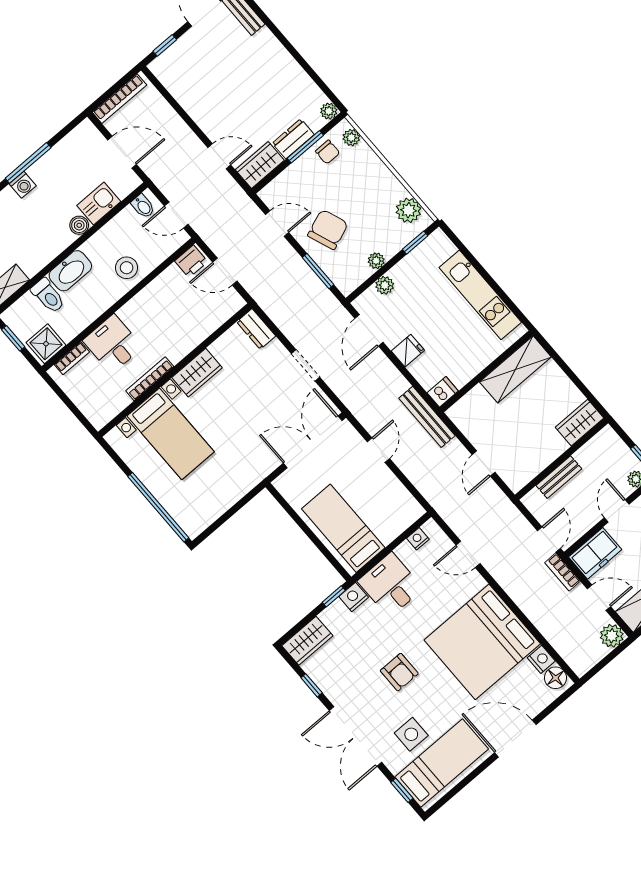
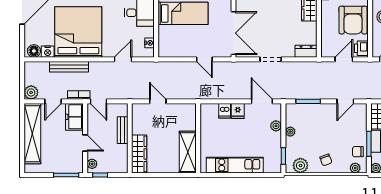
chair: (328, 230) -> (326, 160), moved, width x0.54, depth x0.54
armchair: (164, 303) -> (353, 20), added
dishwasher: (443, 392) -> (225, 111), moved
bench: (427, 417) -> (69, 67), moved
wardrobe: (580, 423) -> (139, 154), width x1.50

